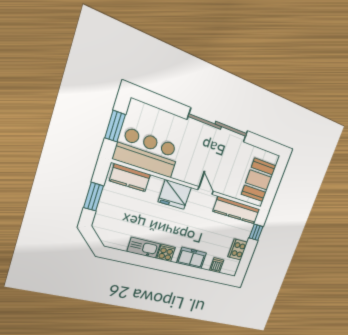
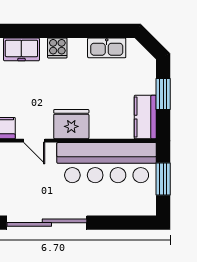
bar counter: (147, 152) -> (107, 163), width x1.36
kitchen counter: (130, 178) -> (145, 117), moved, turned -90
kitchen sink: (144, 248) -> (107, 48), moved

